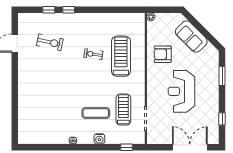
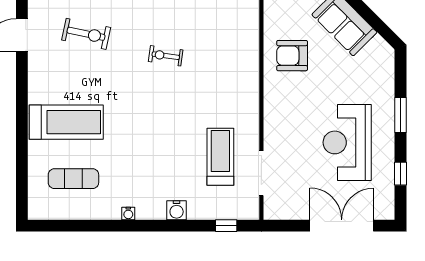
treadmill: (121, 56) -> (66, 122), moved, turned 90
window: (222, 76) -> (401, 115), moved
reception desk: (181, 91) -> (347, 142), moved
exercise mat: (96, 113) -> (73, 179), moved

